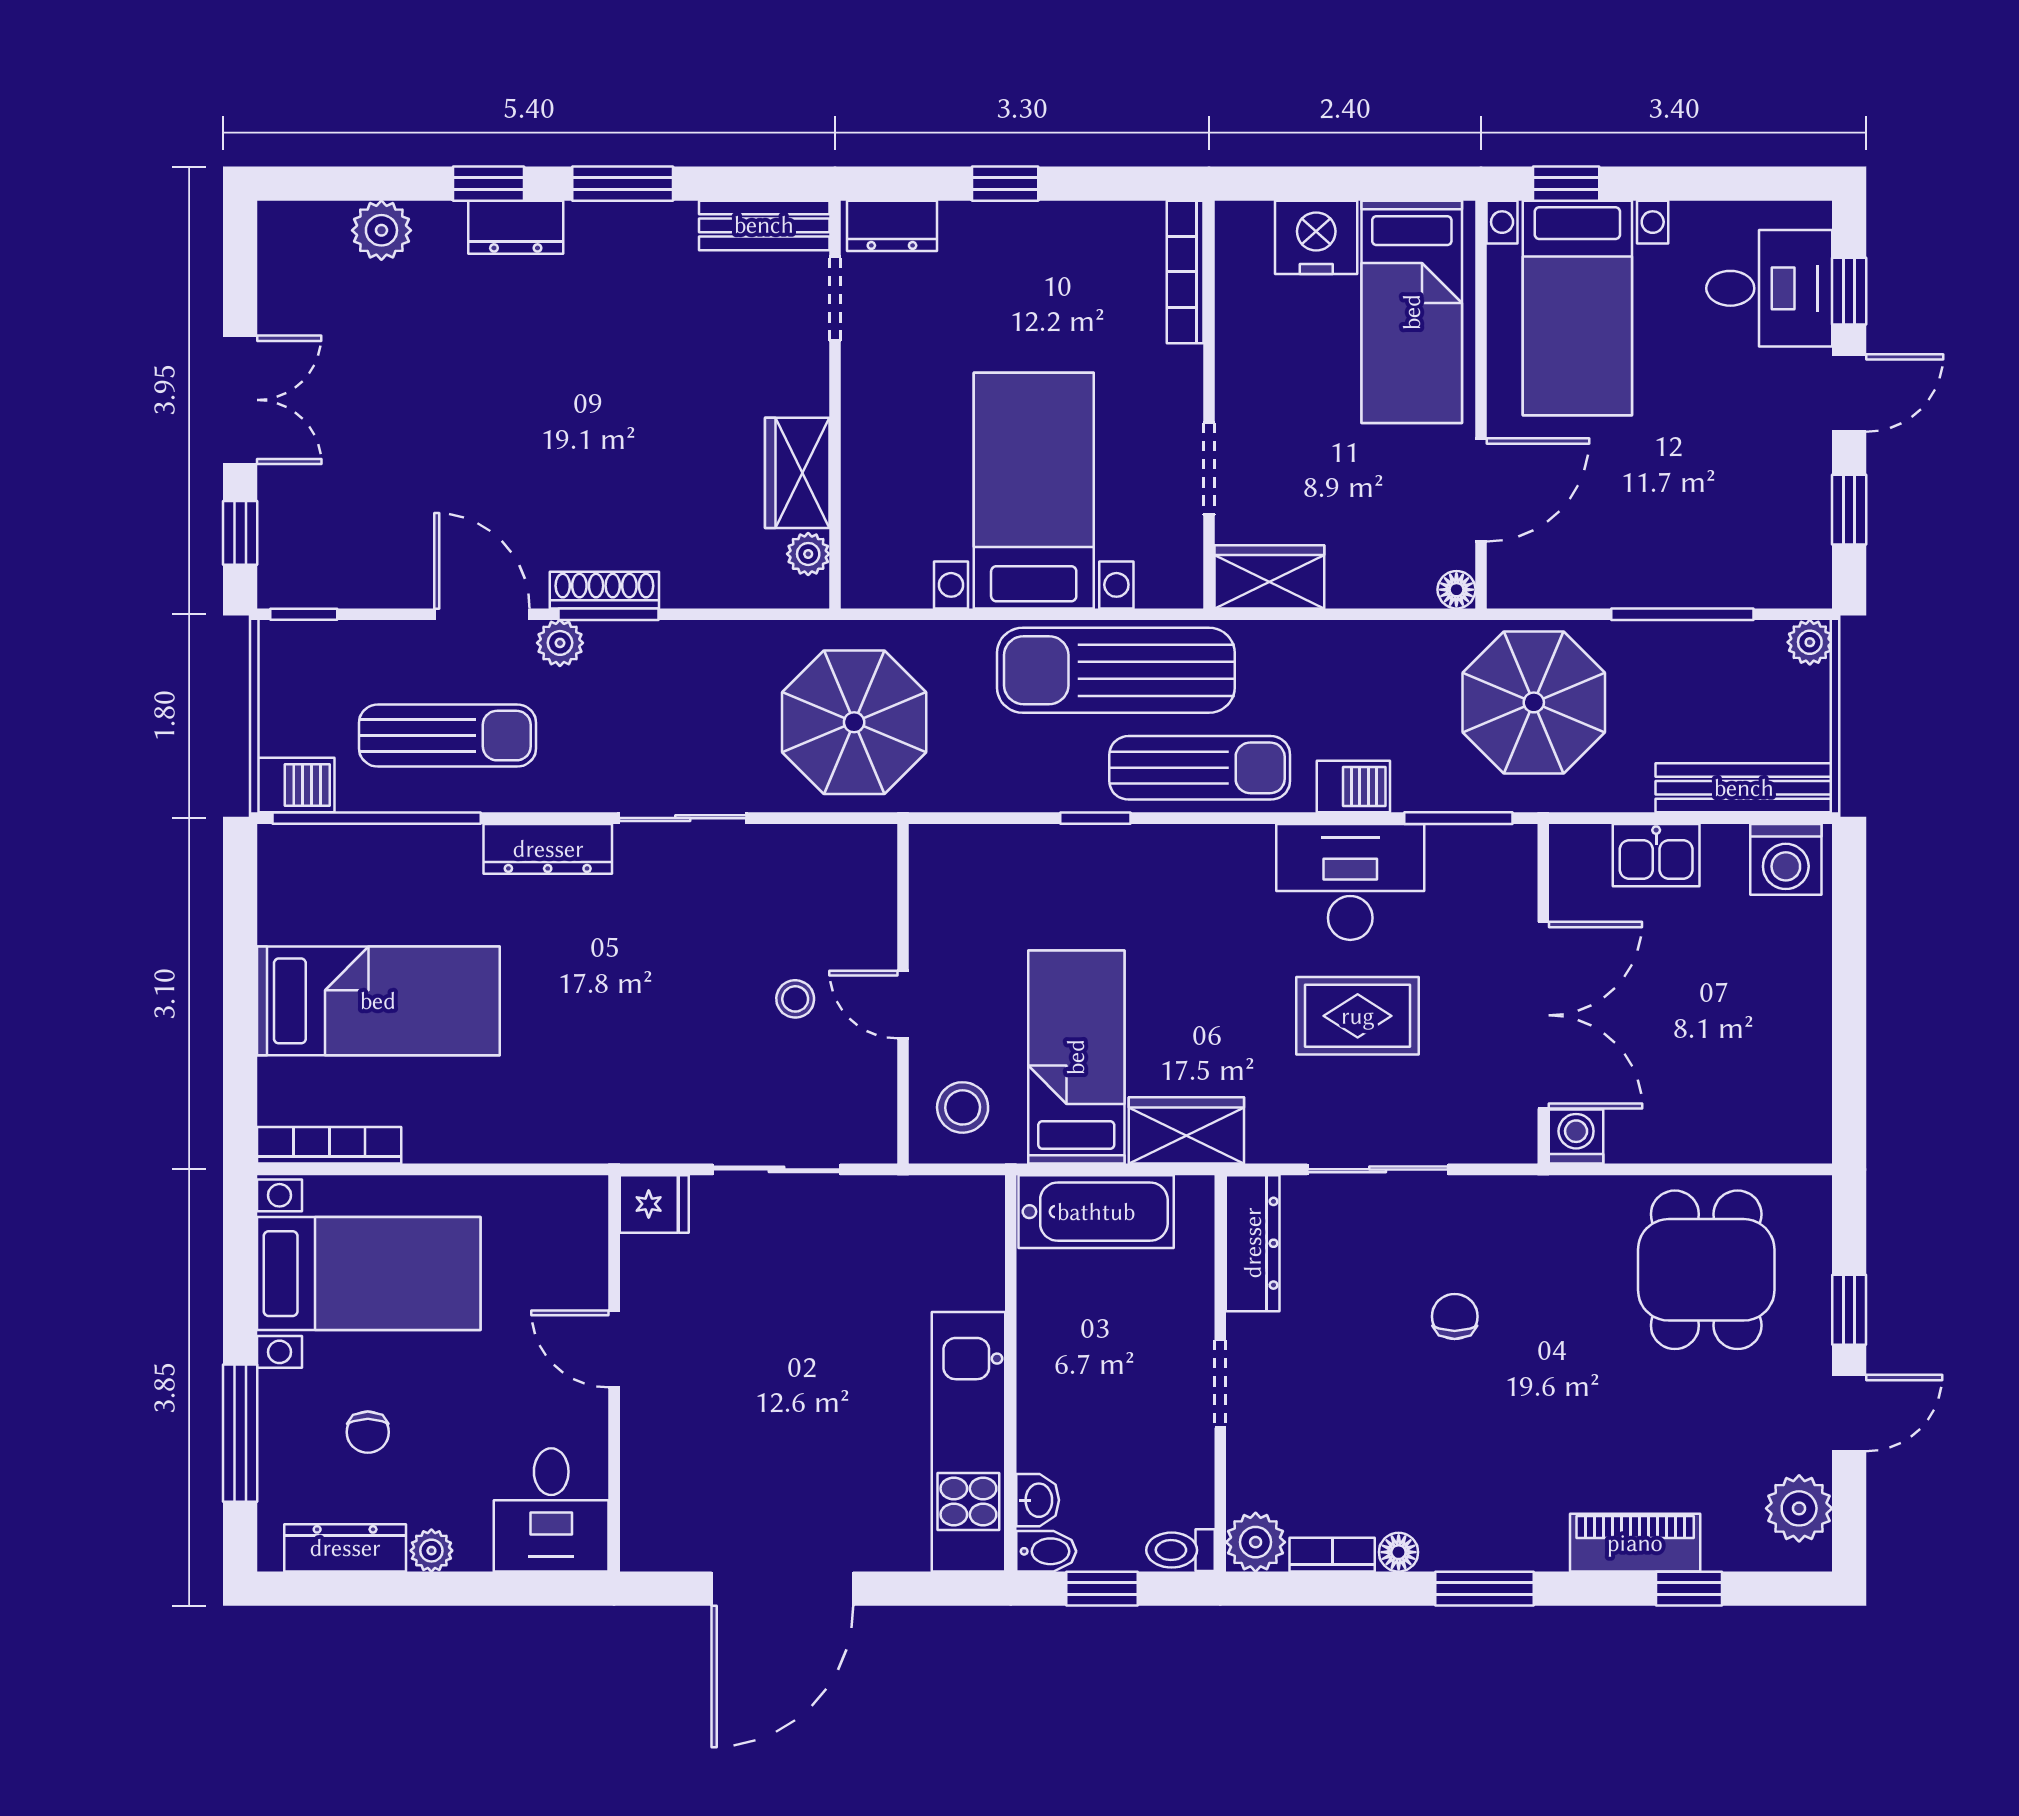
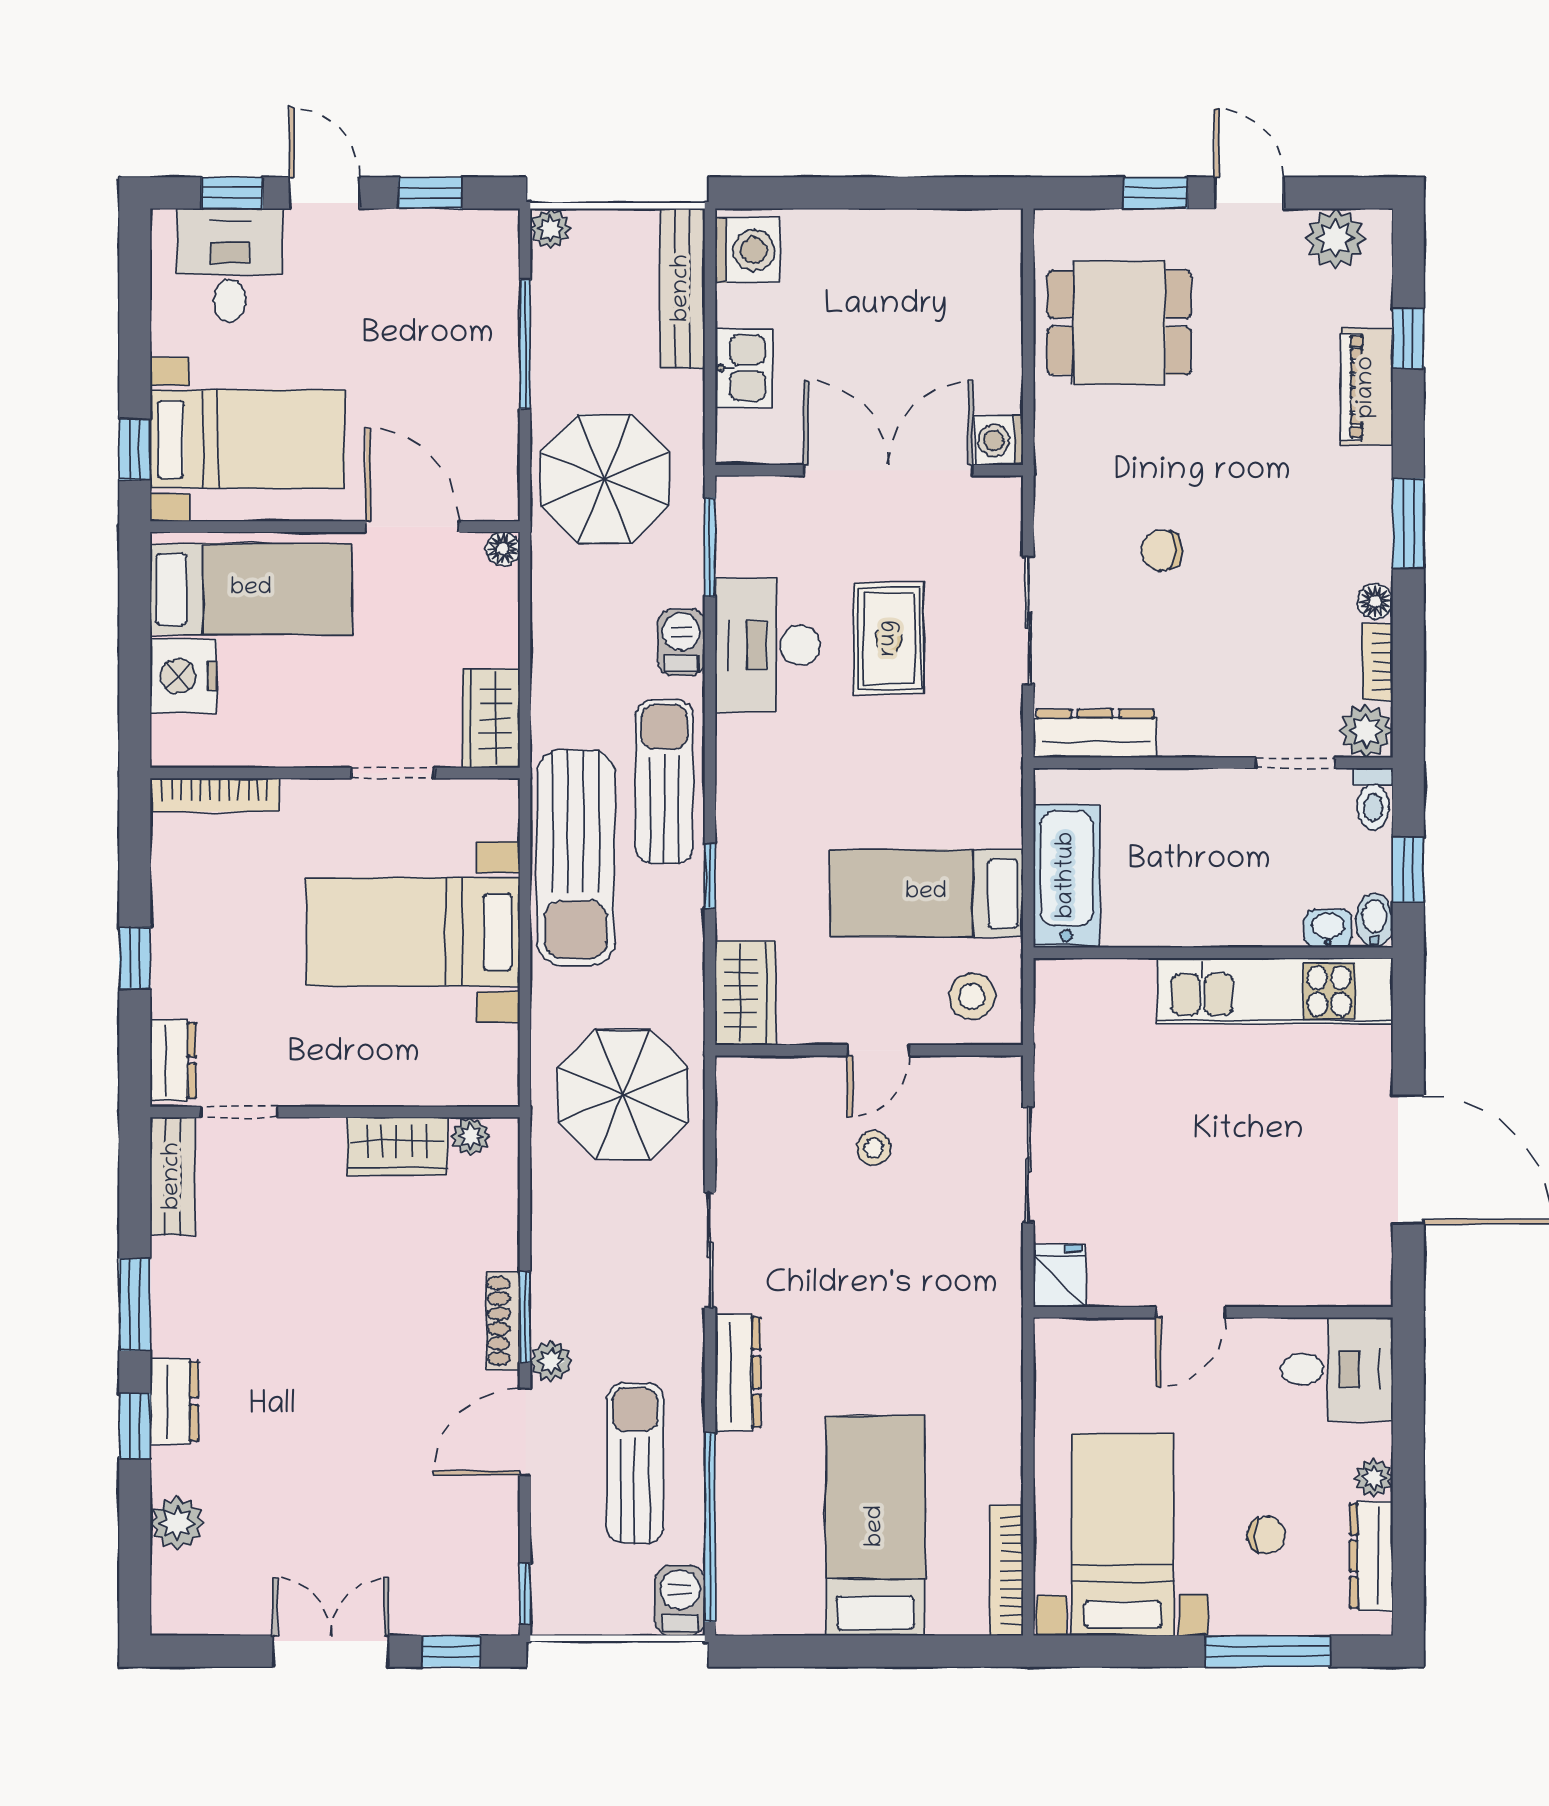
wardrobe: (1186, 1130) -> (745, 993), moved, turned 180
doorway: (1220, 1384) -> (1295, 763), moved

